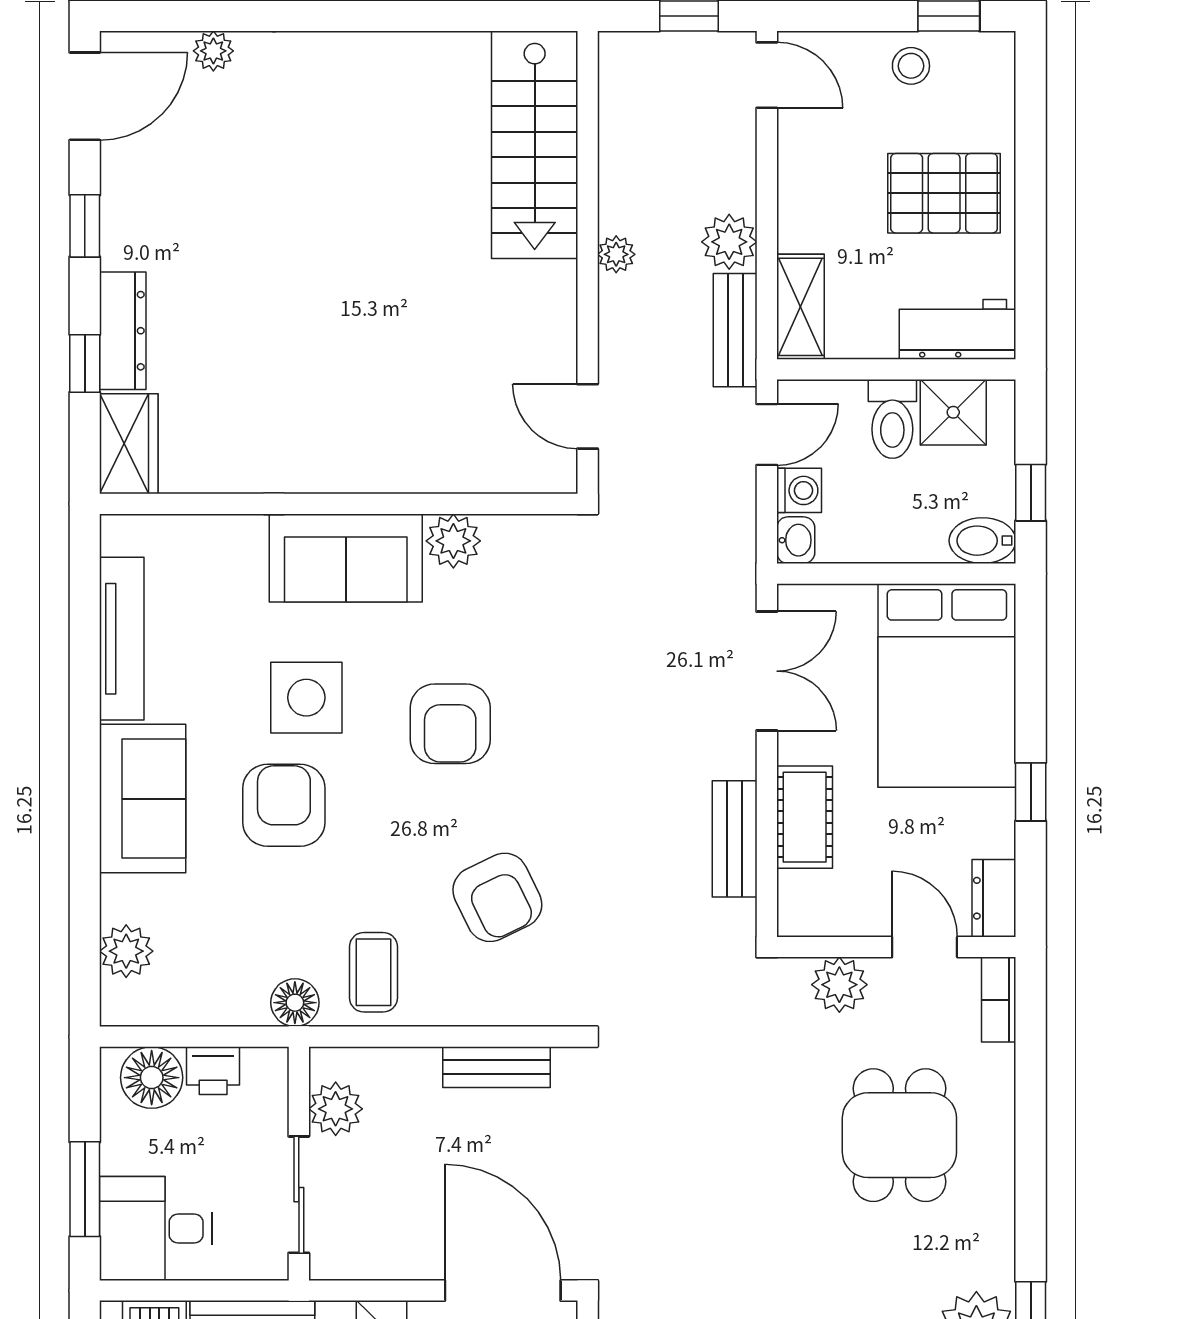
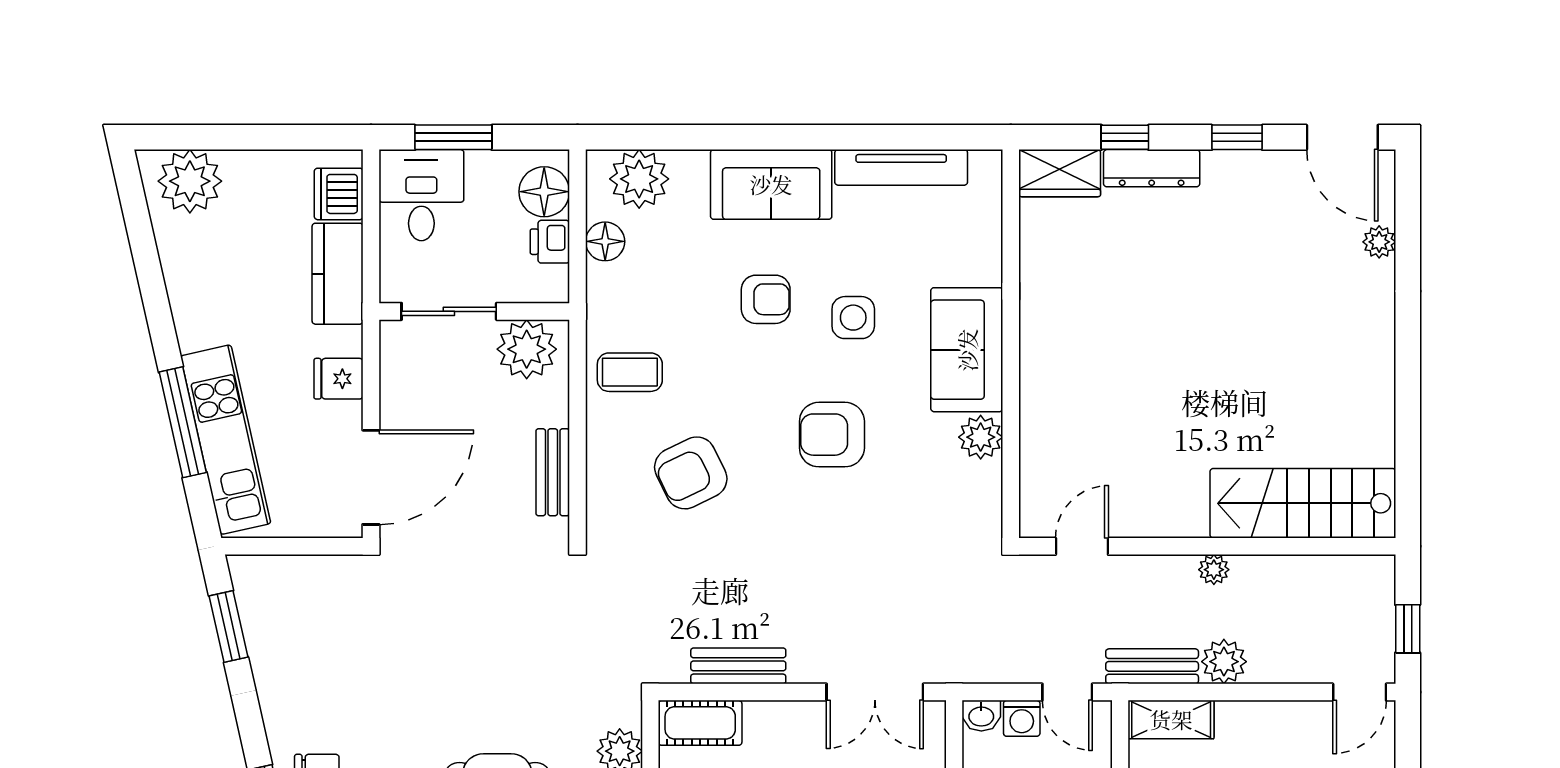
side table: (306, 698) -> (853, 318), width x0.73, depth x0.73
armchair: (284, 805) -> (766, 299), width x0.72, depth x0.72
cot: (805, 817) -> (700, 723), moved
plant: (126, 951) -> (639, 179), width x1.36, depth x1.36
floor lamp: (295, 1003) -> (605, 241), moved
plant: (336, 1109) -> (527, 349), width x1.36, depth x1.36

